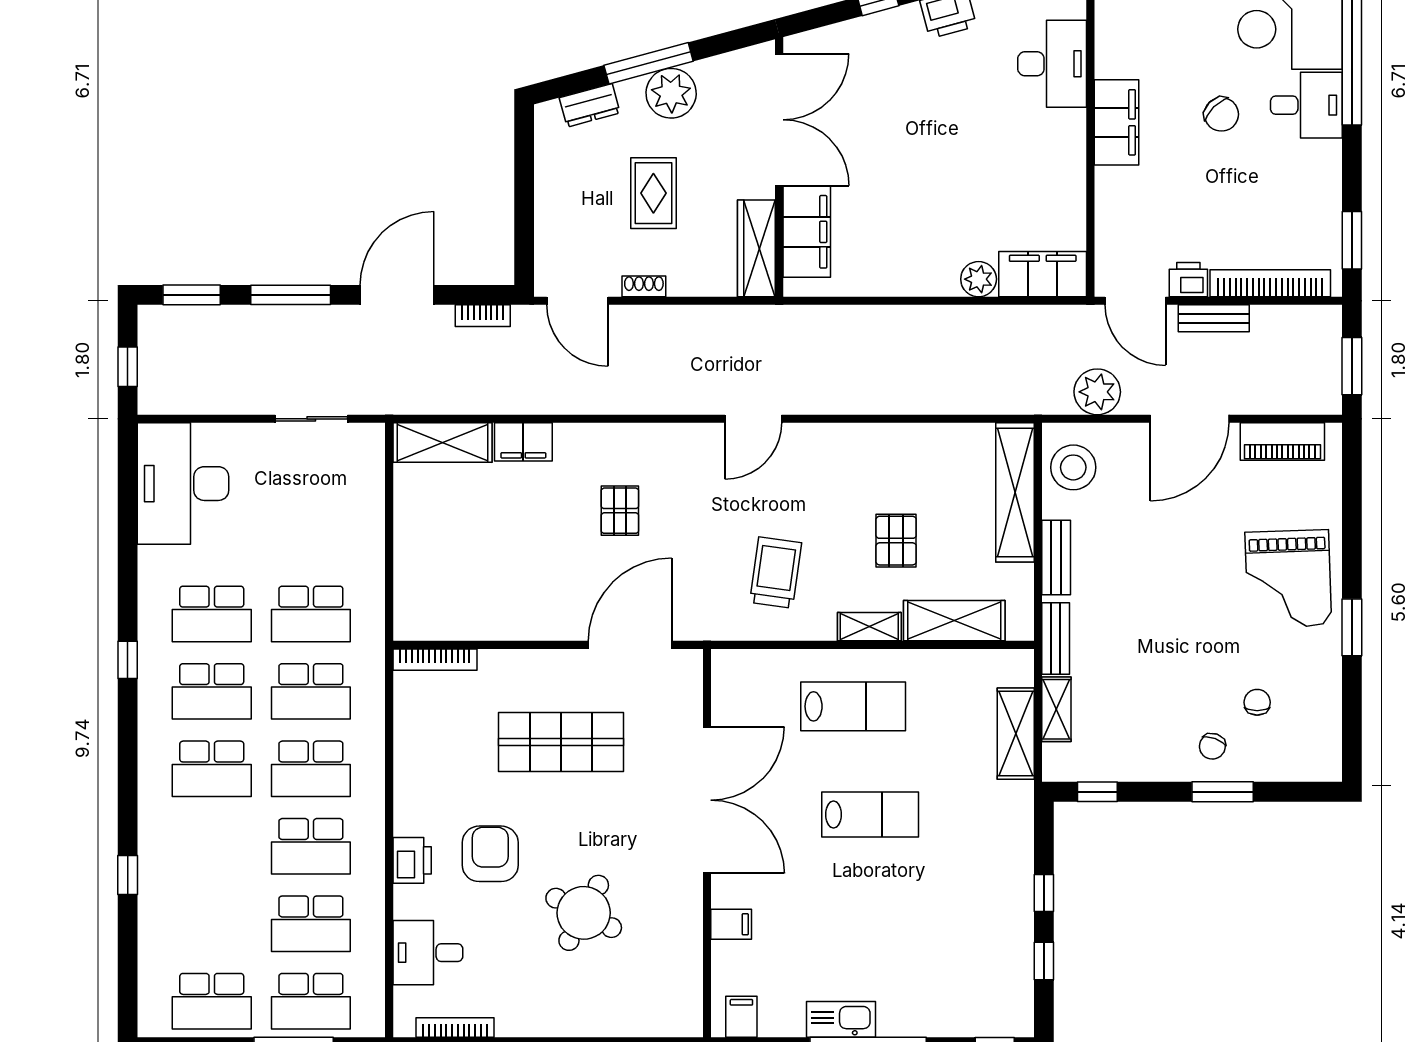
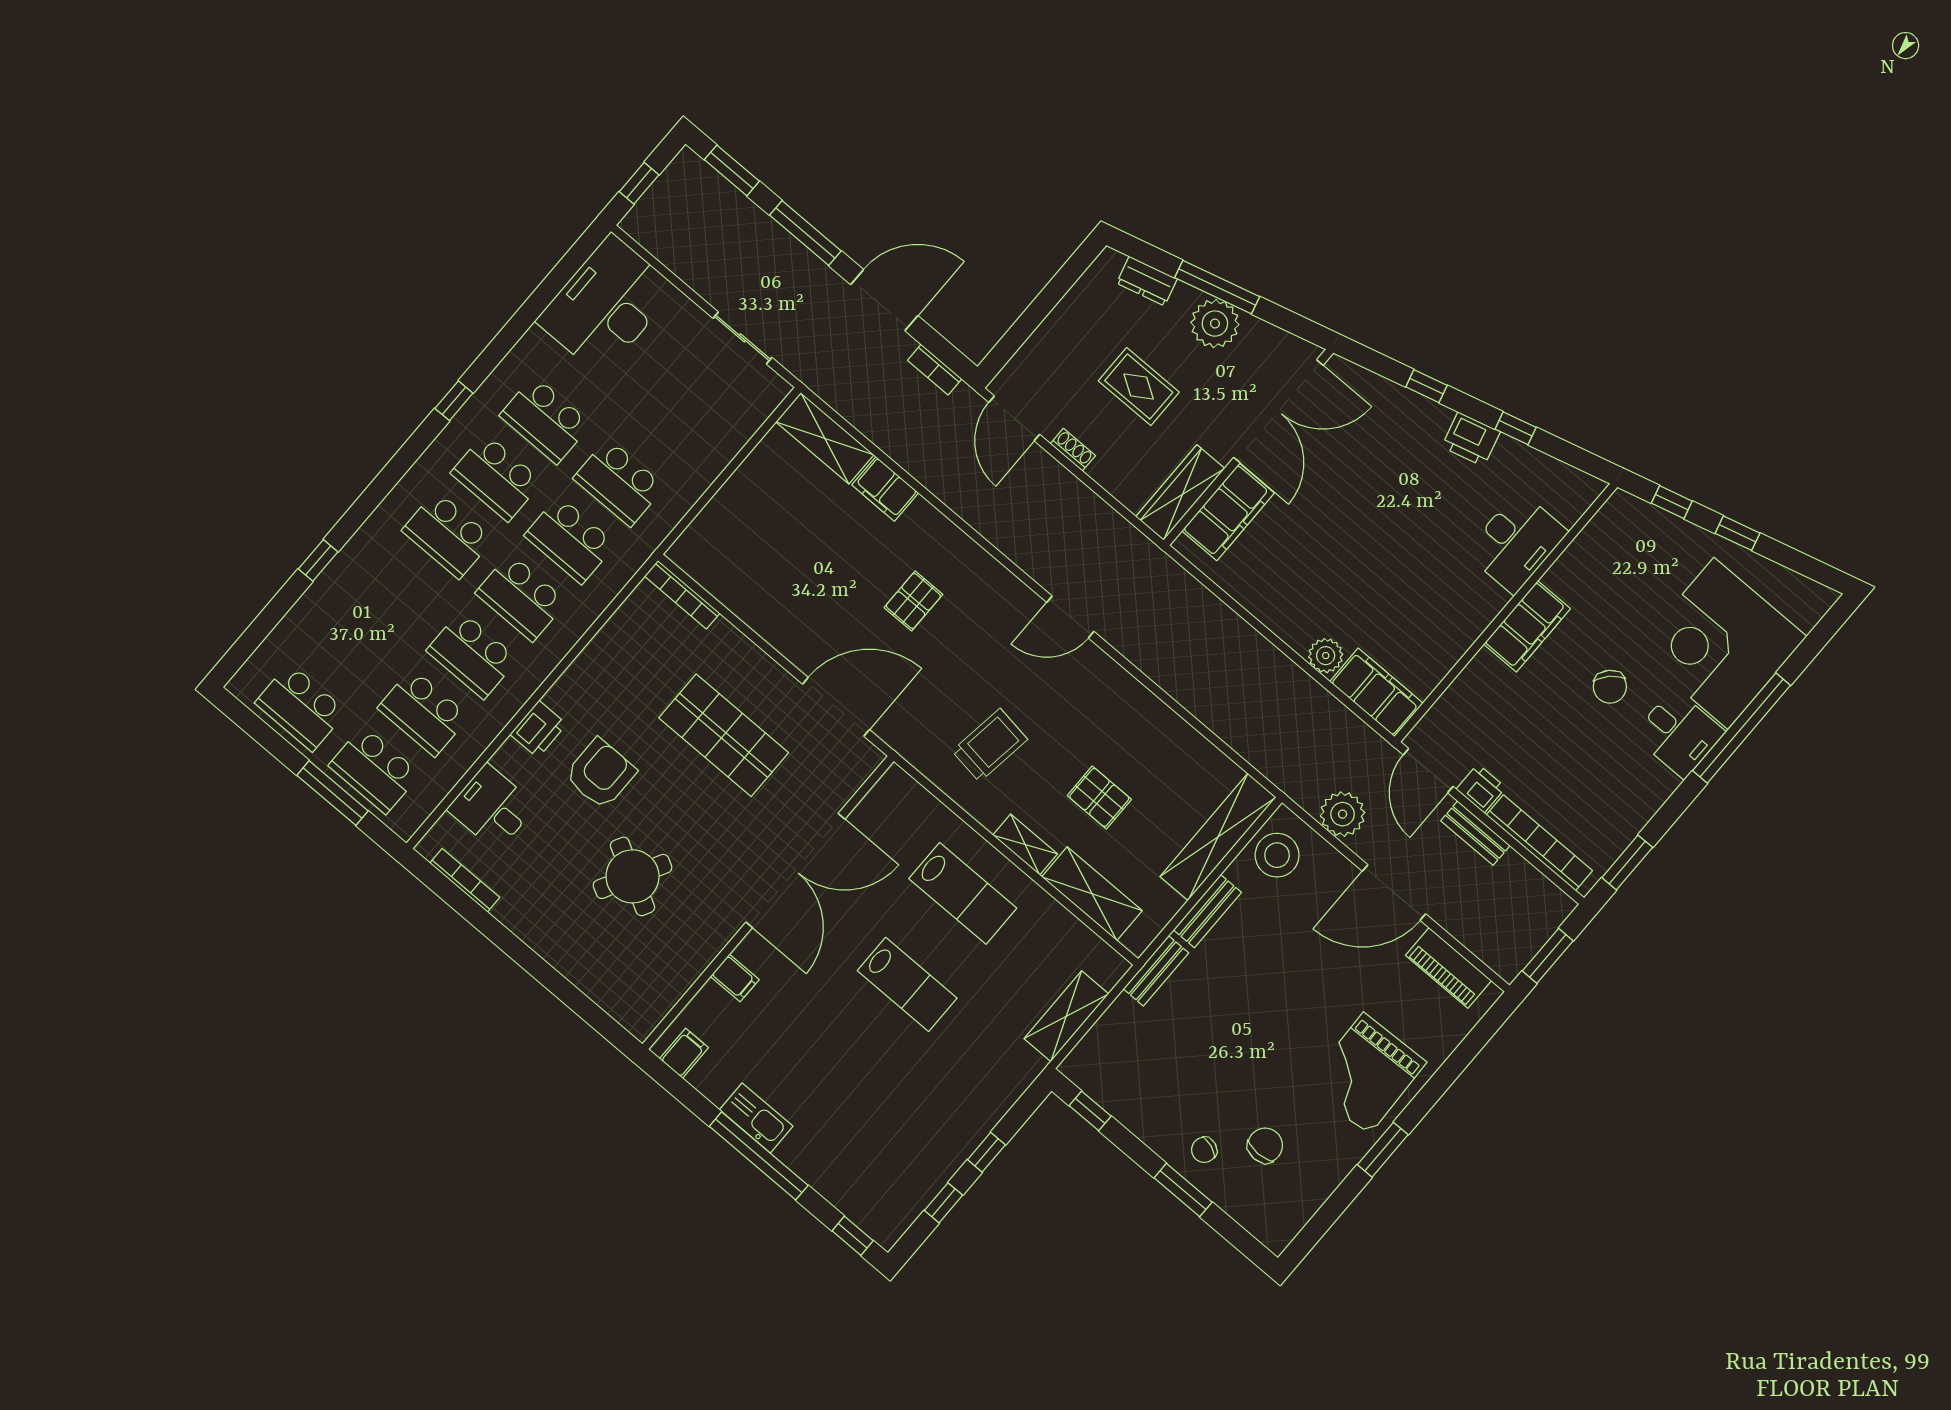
rug: (653, 193) -> (1139, 387), turned 90
pallet: (896, 541) -> (1099, 797), turned 90
chair: (1257, 702) -> (1265, 1145), width x1.37, depth x1.37
shelving: (1056, 709) -> (1112, 1024), removed

